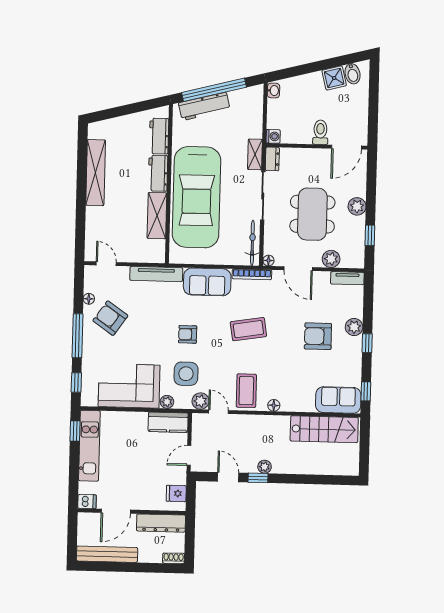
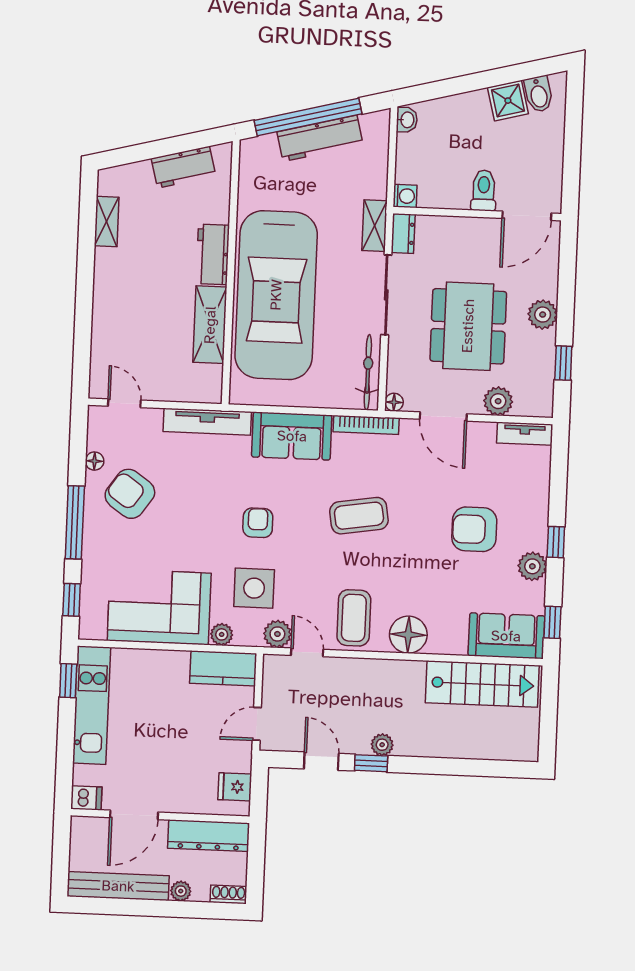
workbench: (204, 106) -> (320, 138), moved
workbench: (159, 136) -> (184, 167), moved, turned -104
shelving: (96, 173) -> (107, 222), width x0.45, depth x0.75
plant: (354, 327) -> (532, 566), moved
armchair: (188, 334) -> (258, 523), turned 90
floor lamp: (274, 405) -> (408, 635), width x1.89, depth x1.89
plant: (145, 557) -> (181, 891), added

